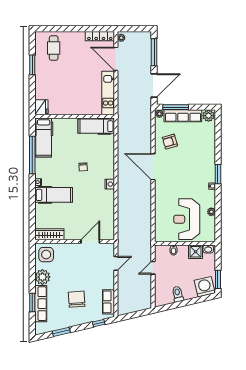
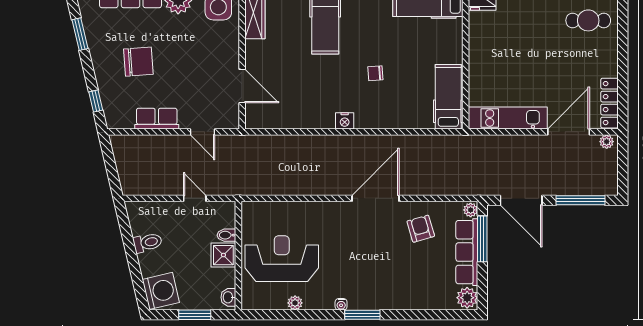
shower: (196, 252) -> (223, 255), moved
window: (218, 279) -> (195, 315), moved
row of seats: (108, 302) -> (157, 119), moved

